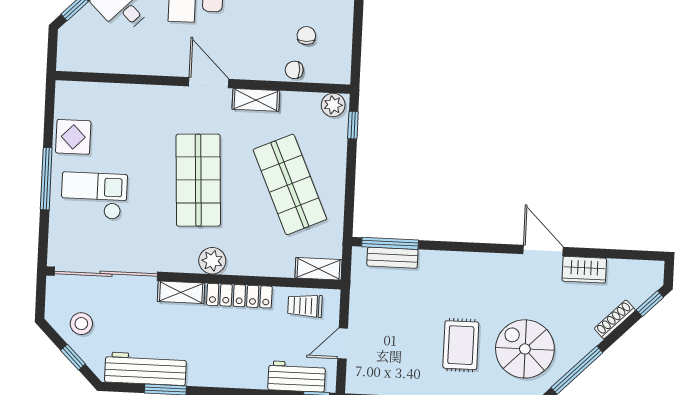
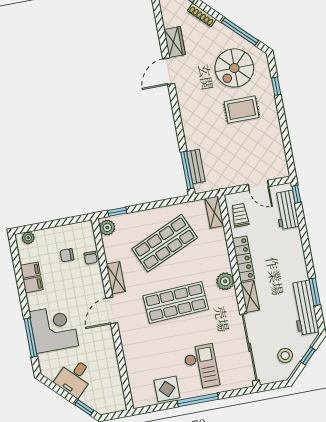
checkout: (94, 196) -> (201, 367), turned 180
trolley: (305, 306) -> (240, 215), turned 180

